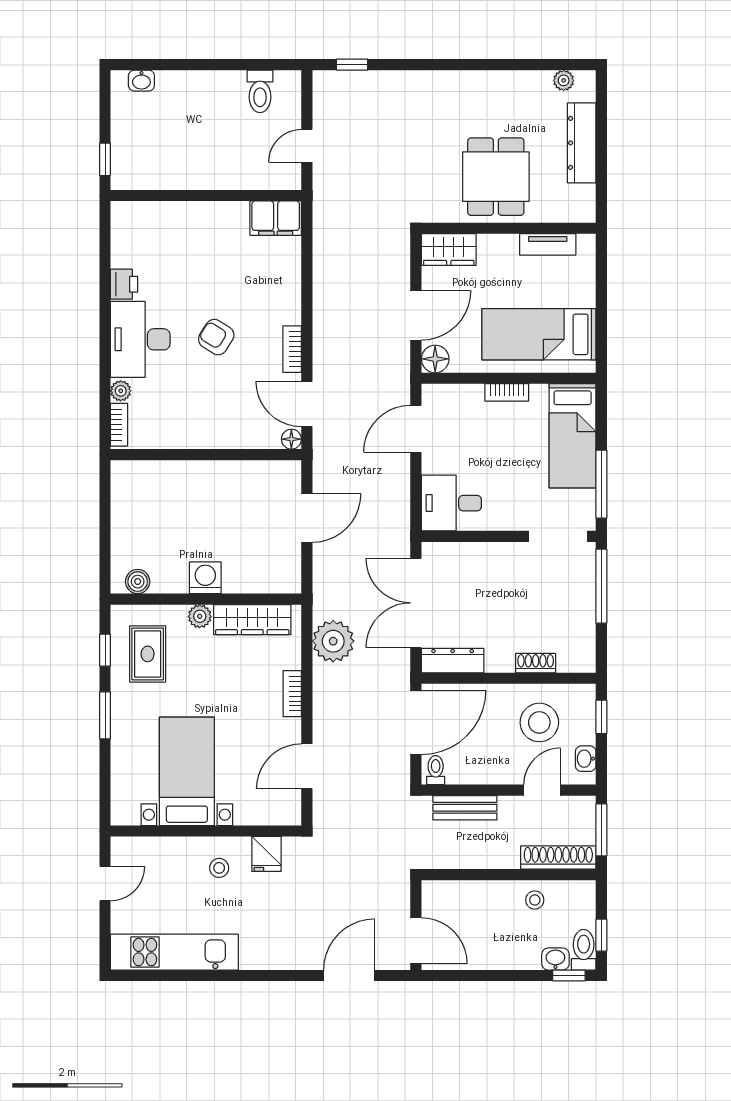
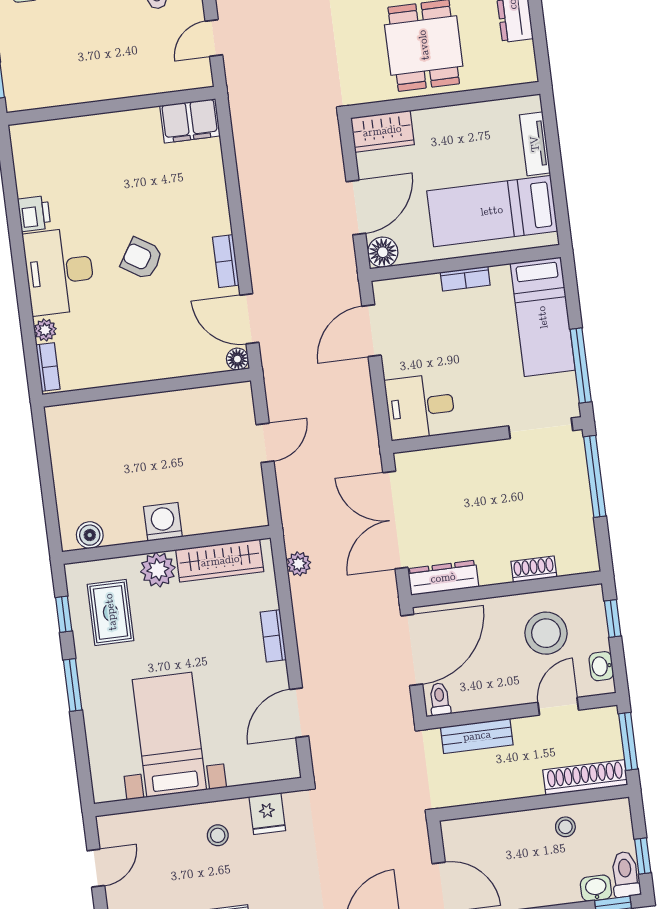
tv unit: (548, 244) -> (535, 144), moved, turned 90
door: (307, 518) -> (265, 443), width x0.73
plant: (200, 616) -> (158, 570), width x1.38, depth x1.38
plant: (333, 641) -> (299, 564), width x0.53, depth x0.53

